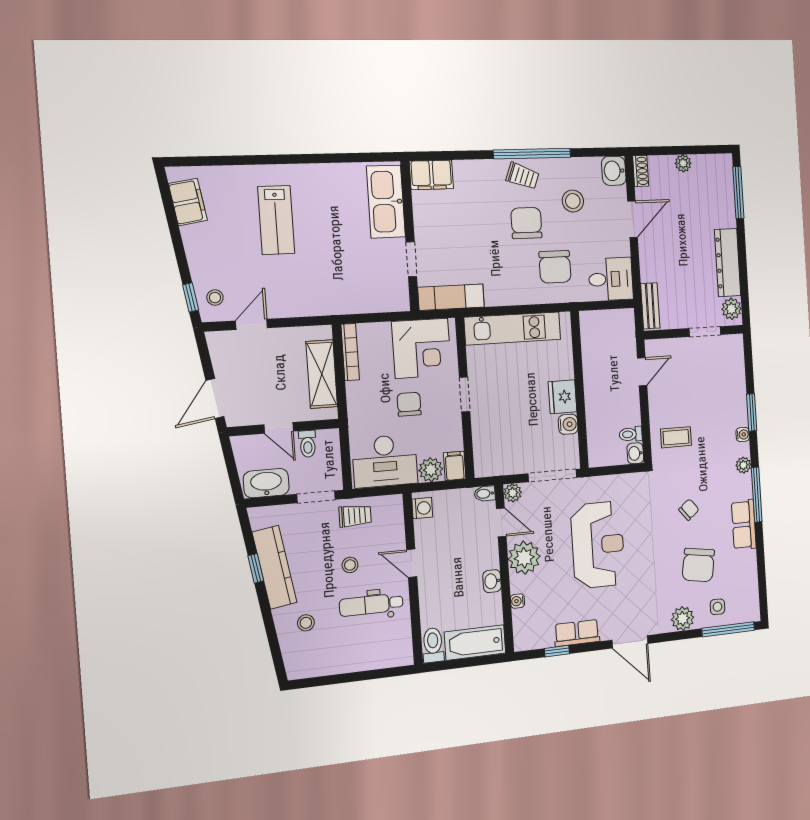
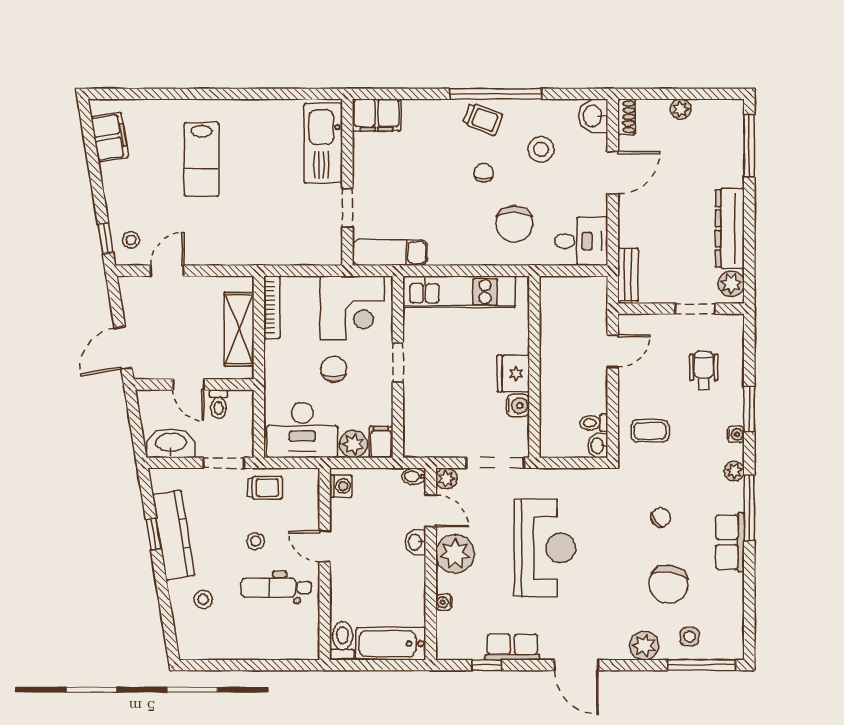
chair: (526, 223) -> (484, 173), width x0.54, depth x0.54
wheelchair: (715, 383) -> (704, 370), added
washbasin: (492, 581) -> (415, 542), moved

